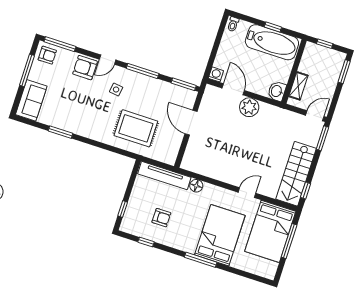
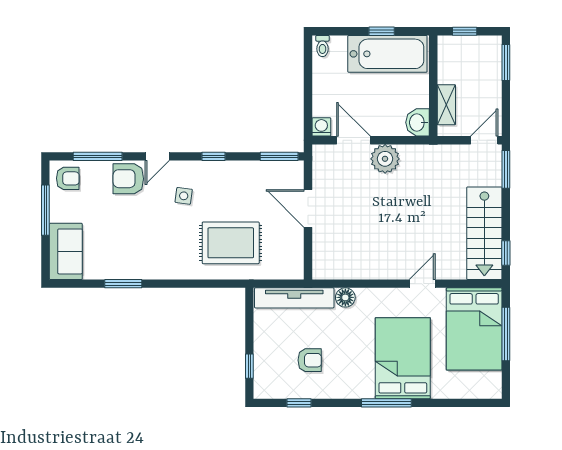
window: (60, 44) -> (98, 156), moved
window: (143, 71) -> (213, 156), width x0.46

